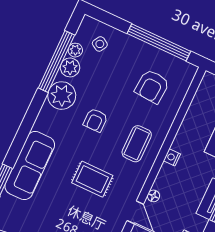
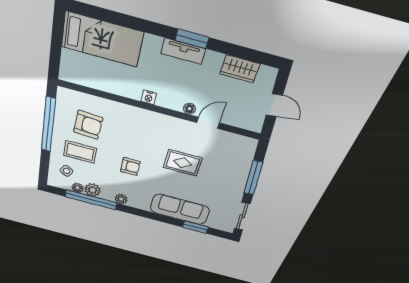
plant: (62, 96) -> (121, 199), width x0.53, depth x0.53
coffee table: (137, 144) -> (80, 152), moved
rug: (92, 179) -> (183, 163), turned 90

